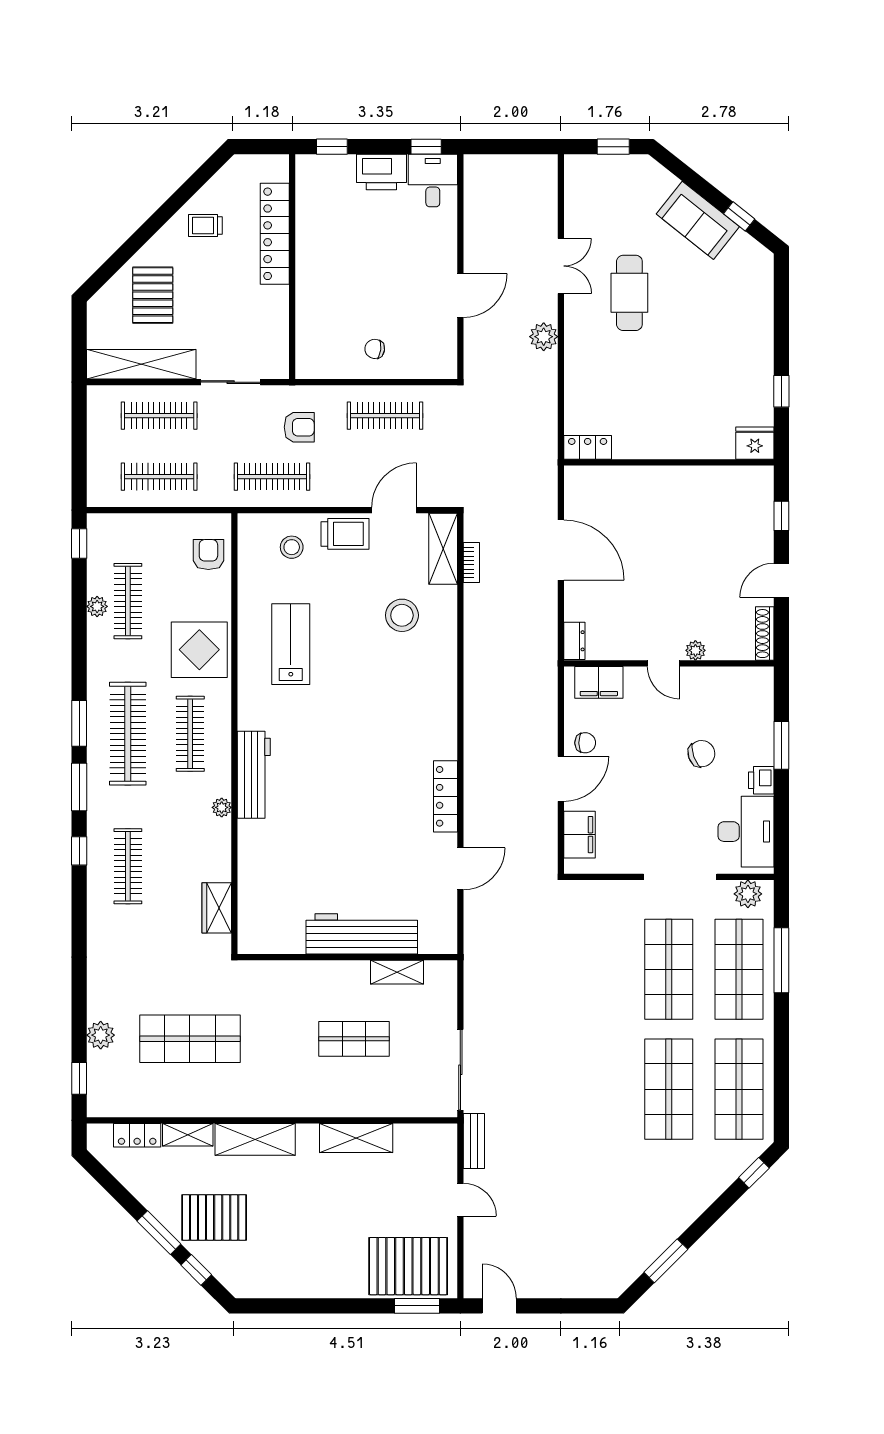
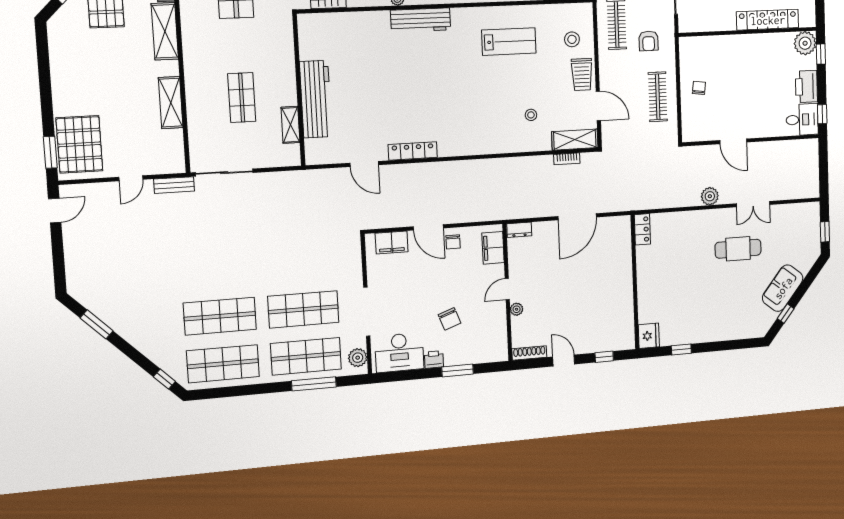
plant: (314, 173) -> (805, 43), added
stool: (402, 615) -> (531, 115), width x0.53, depth x0.53

